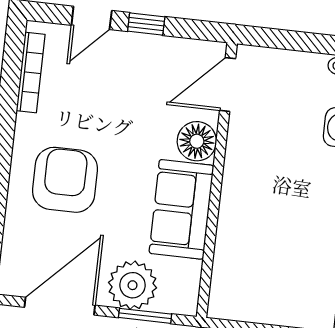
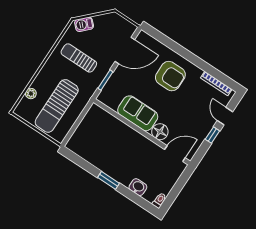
door: (228, 84) -> (175, 154), hinge flipped
plant: (133, 285) -> (119, 81), removed
door: (60, 306) -> (125, 51), hinge flipped

